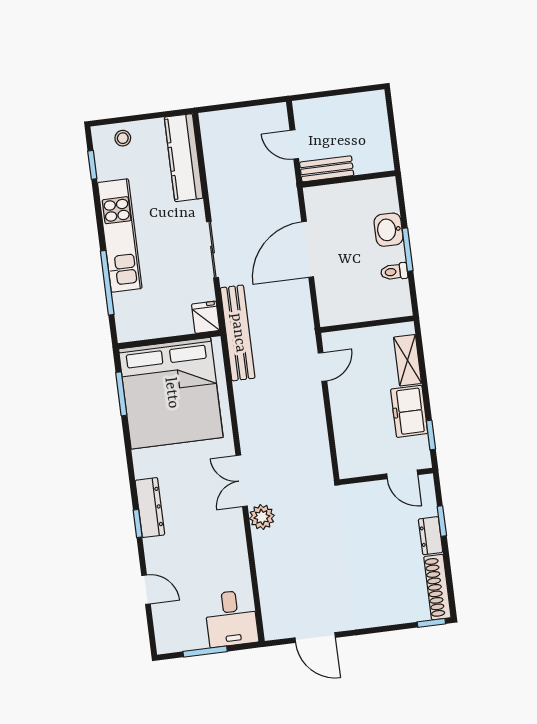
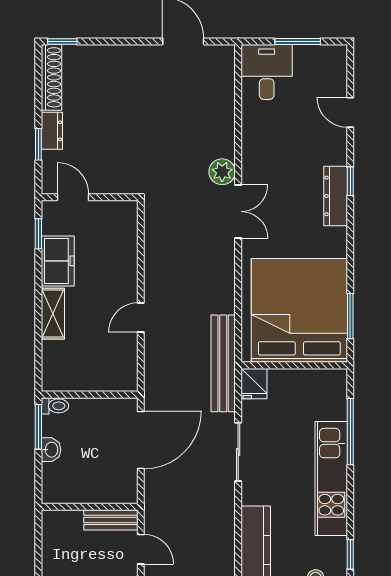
washbasin: (388, 230) -> (51, 450), width x0.72, depth x0.69
wall: (367, 324) -> (90, 395), moved

